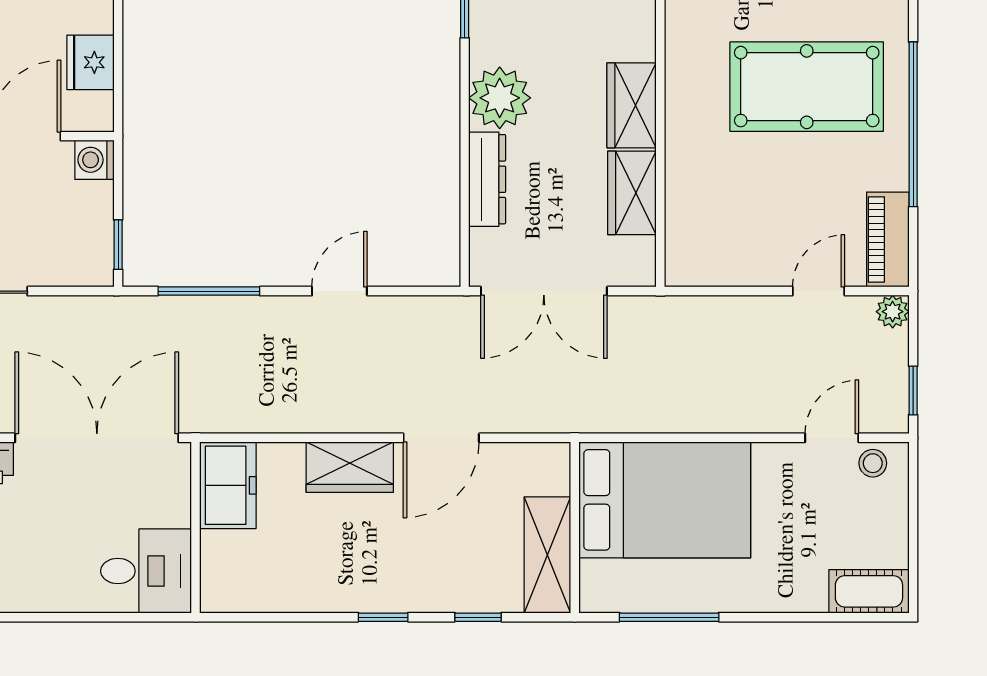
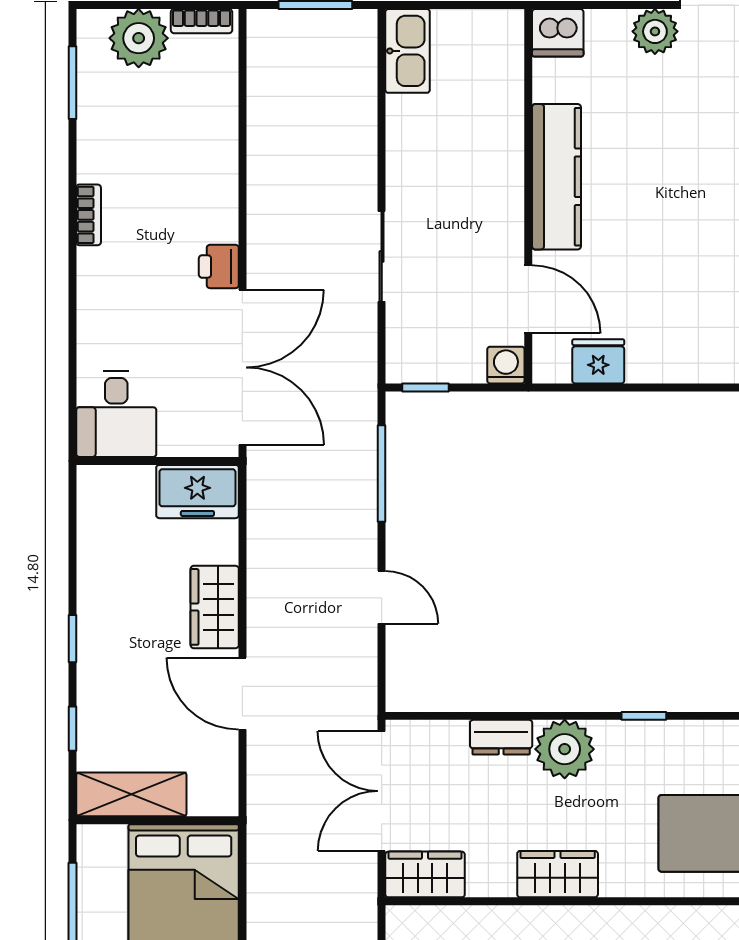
dresser: (487, 179) -> (501, 737), width x0.70
wardrobe: (632, 193) -> (425, 874), moved

